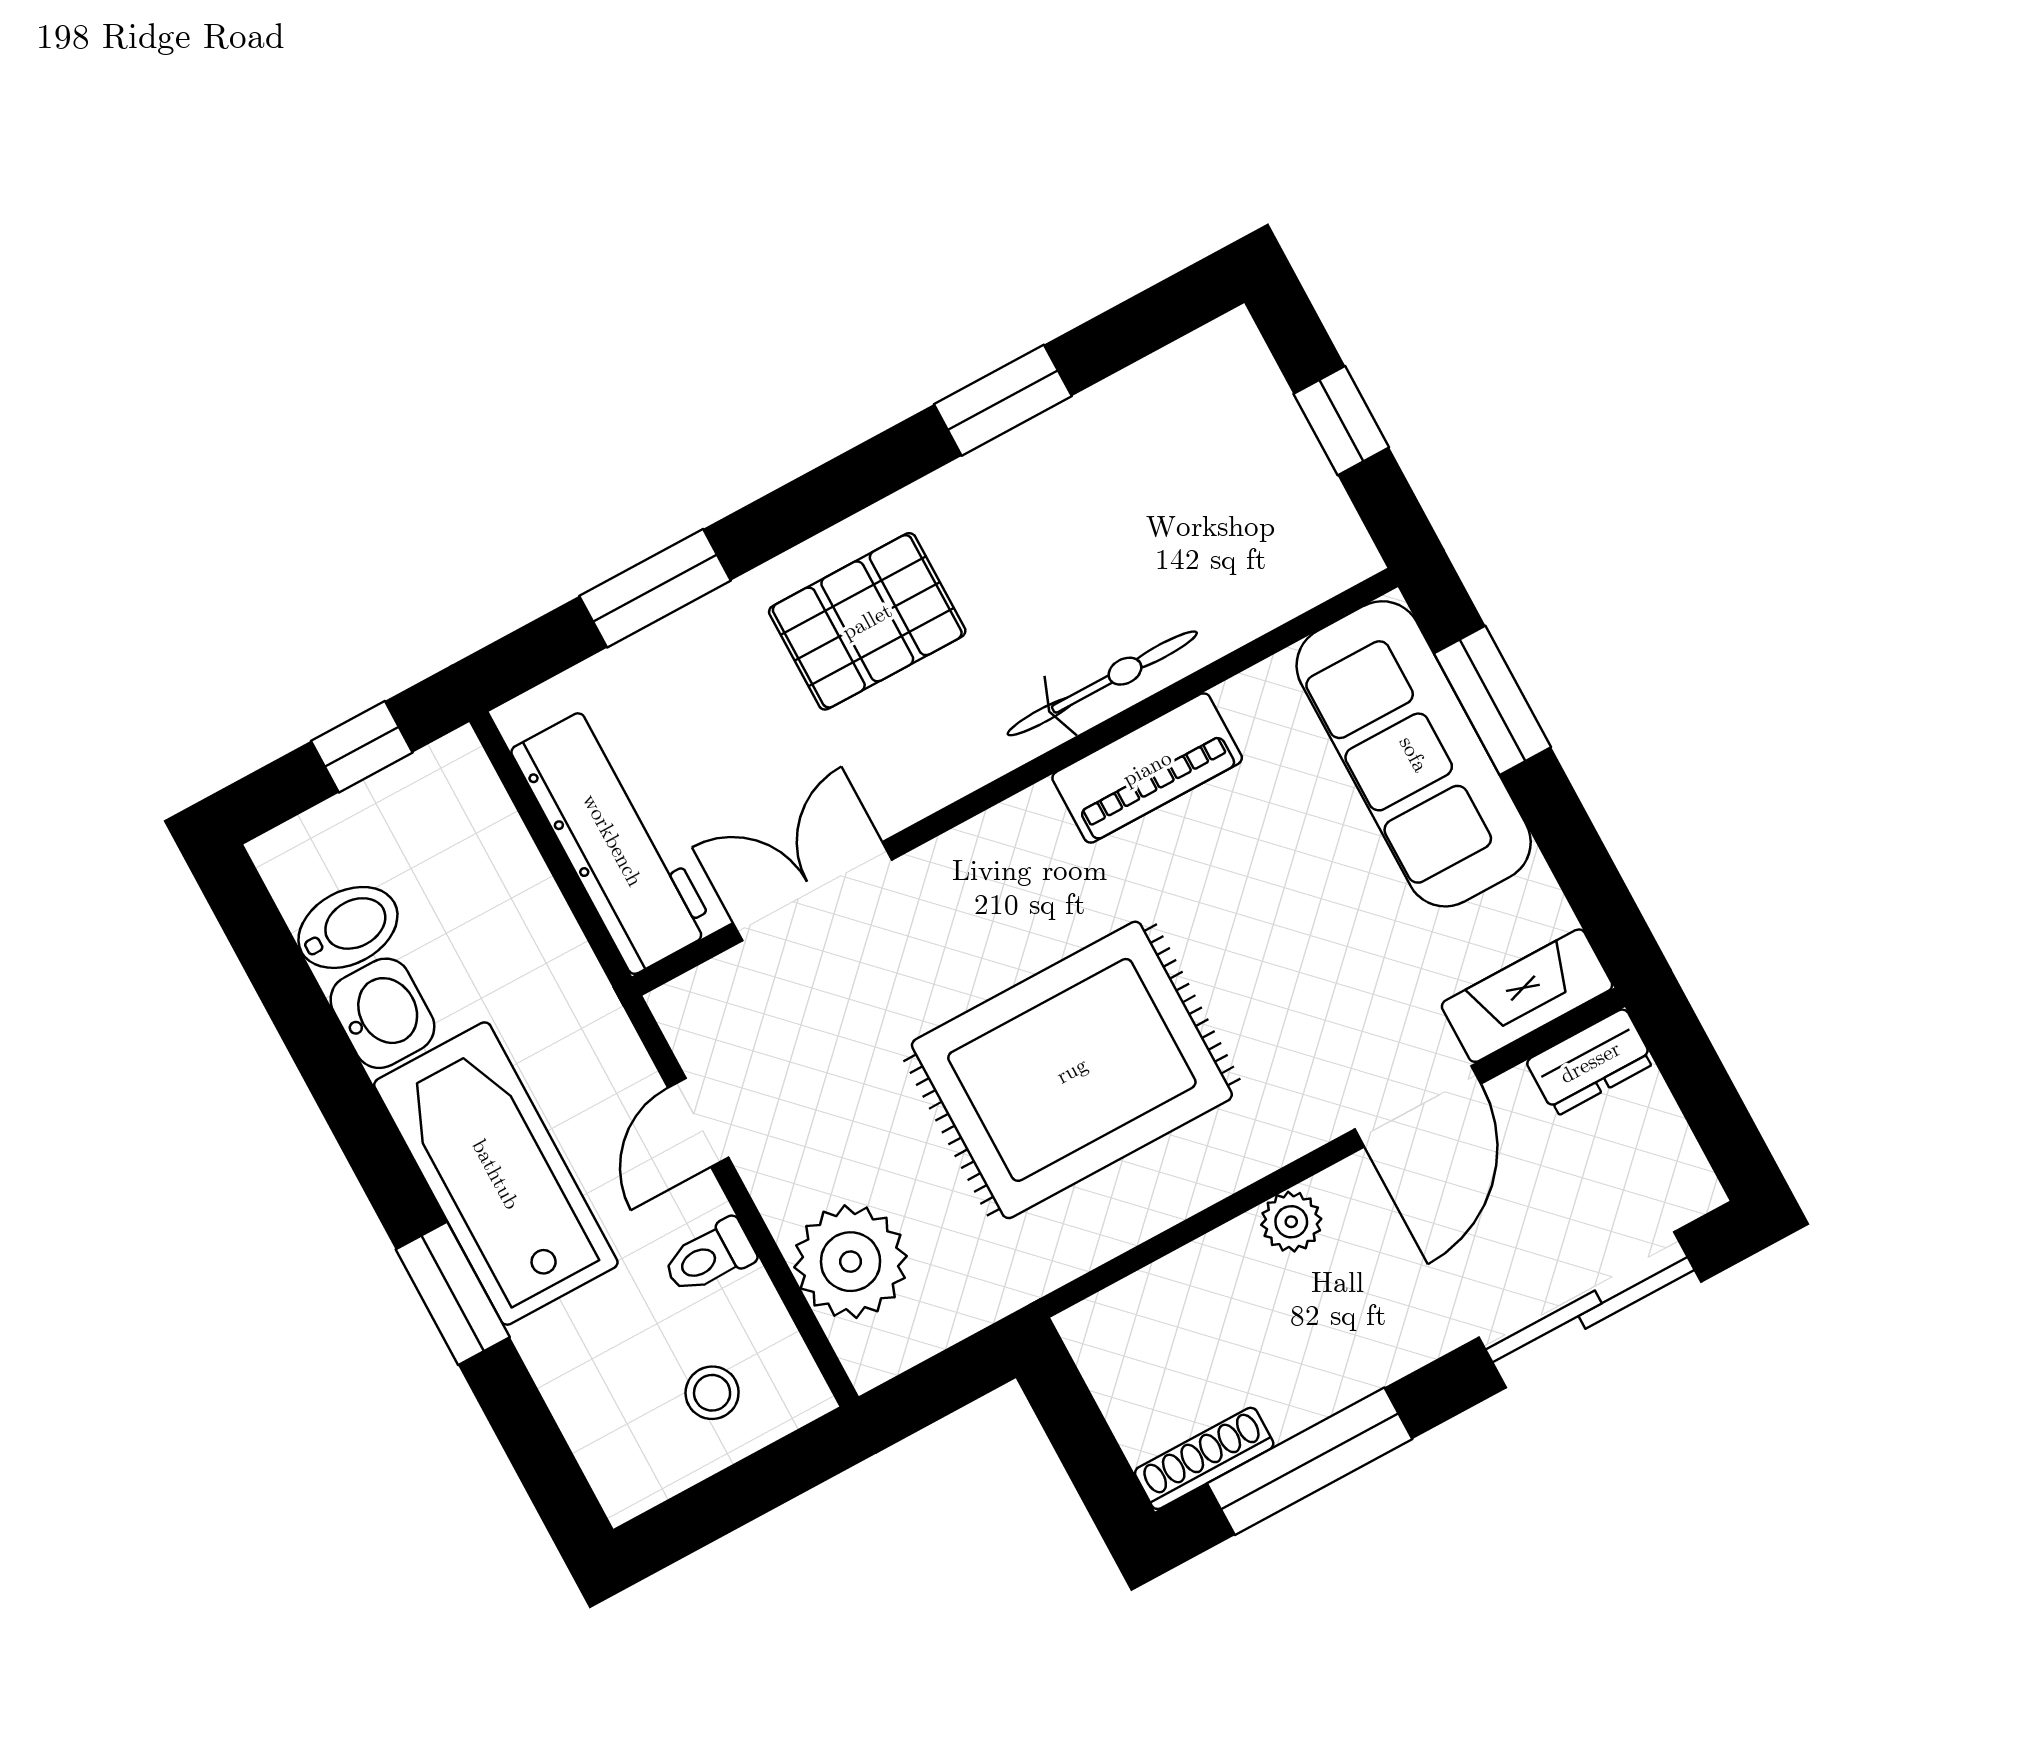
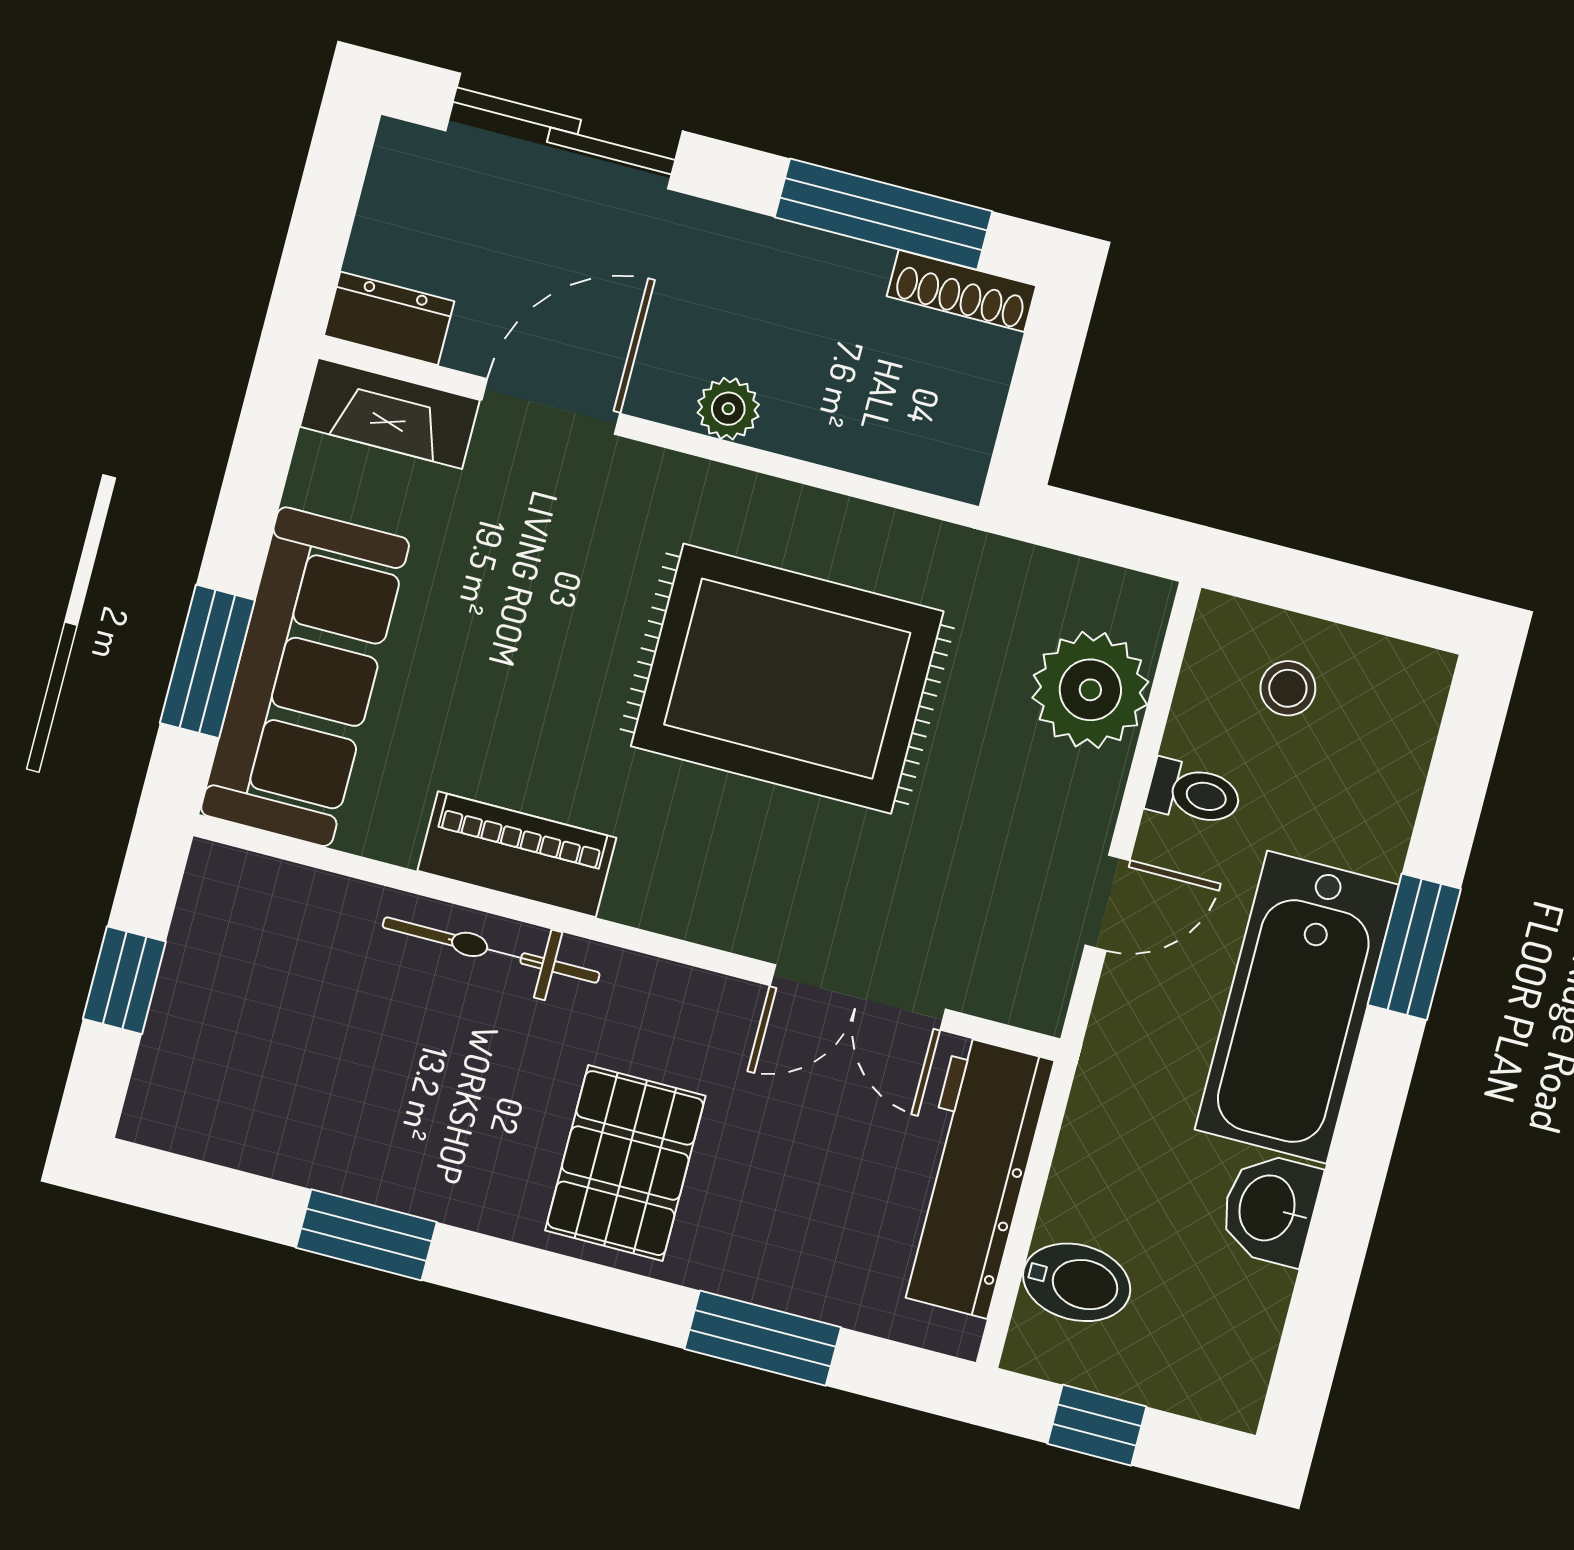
pallet: (867, 621) -> (625, 1163), turned 90
bidet: (348, 927) -> (1077, 1282), moved, turned 180

